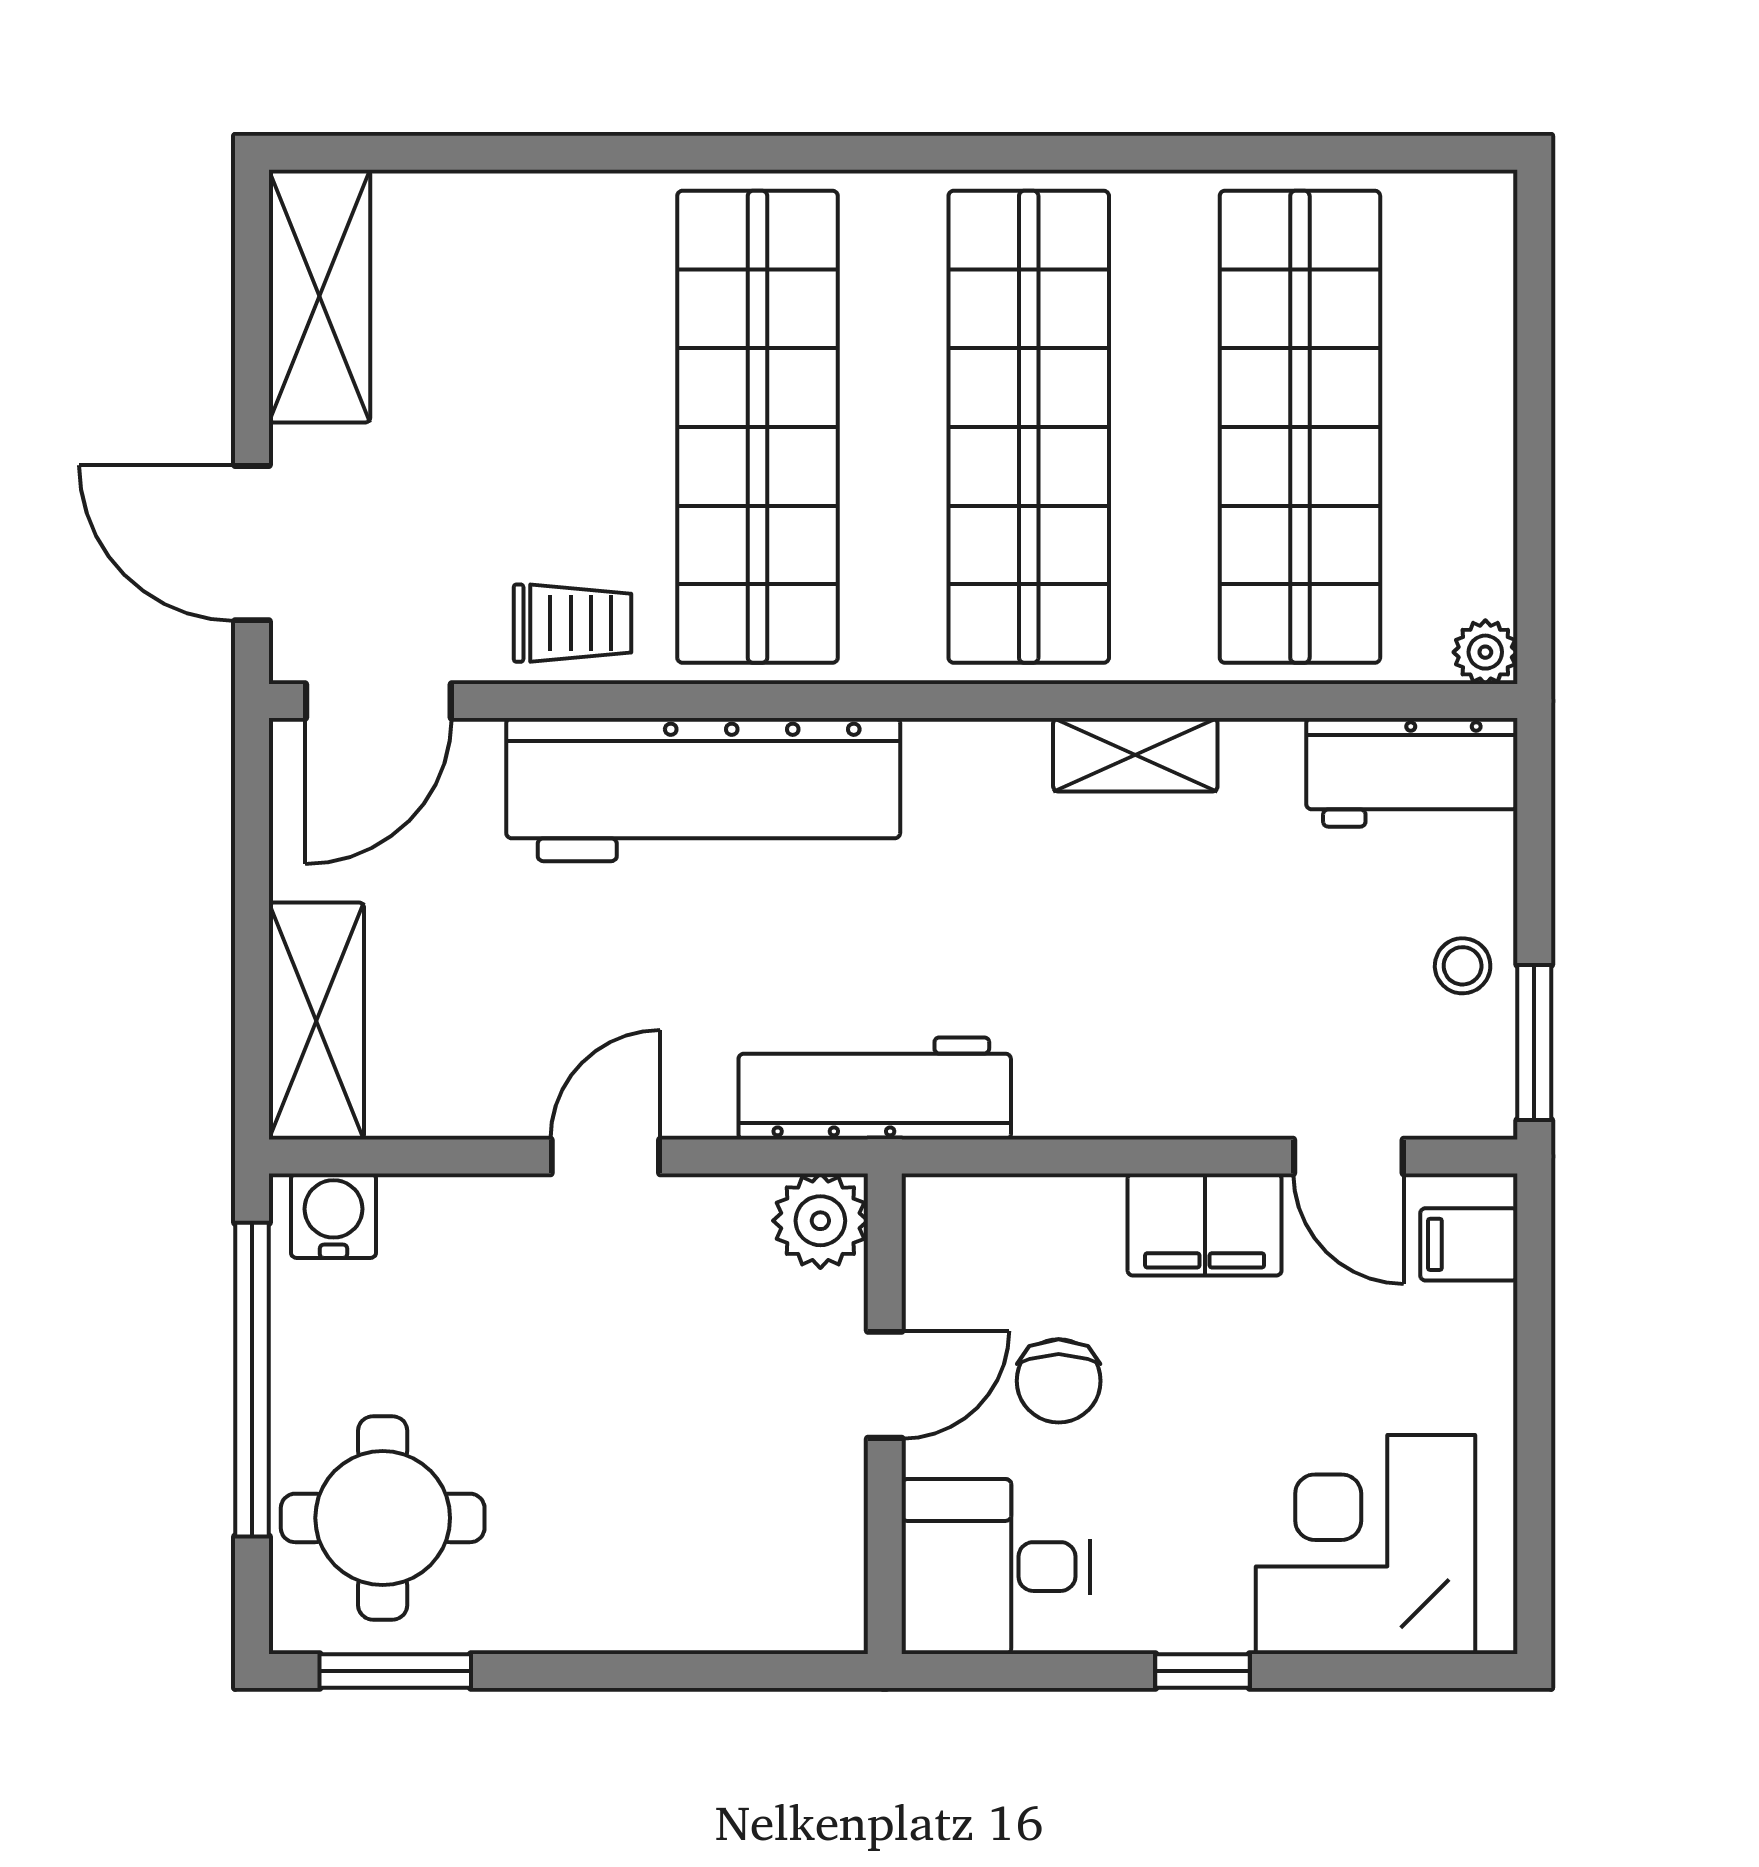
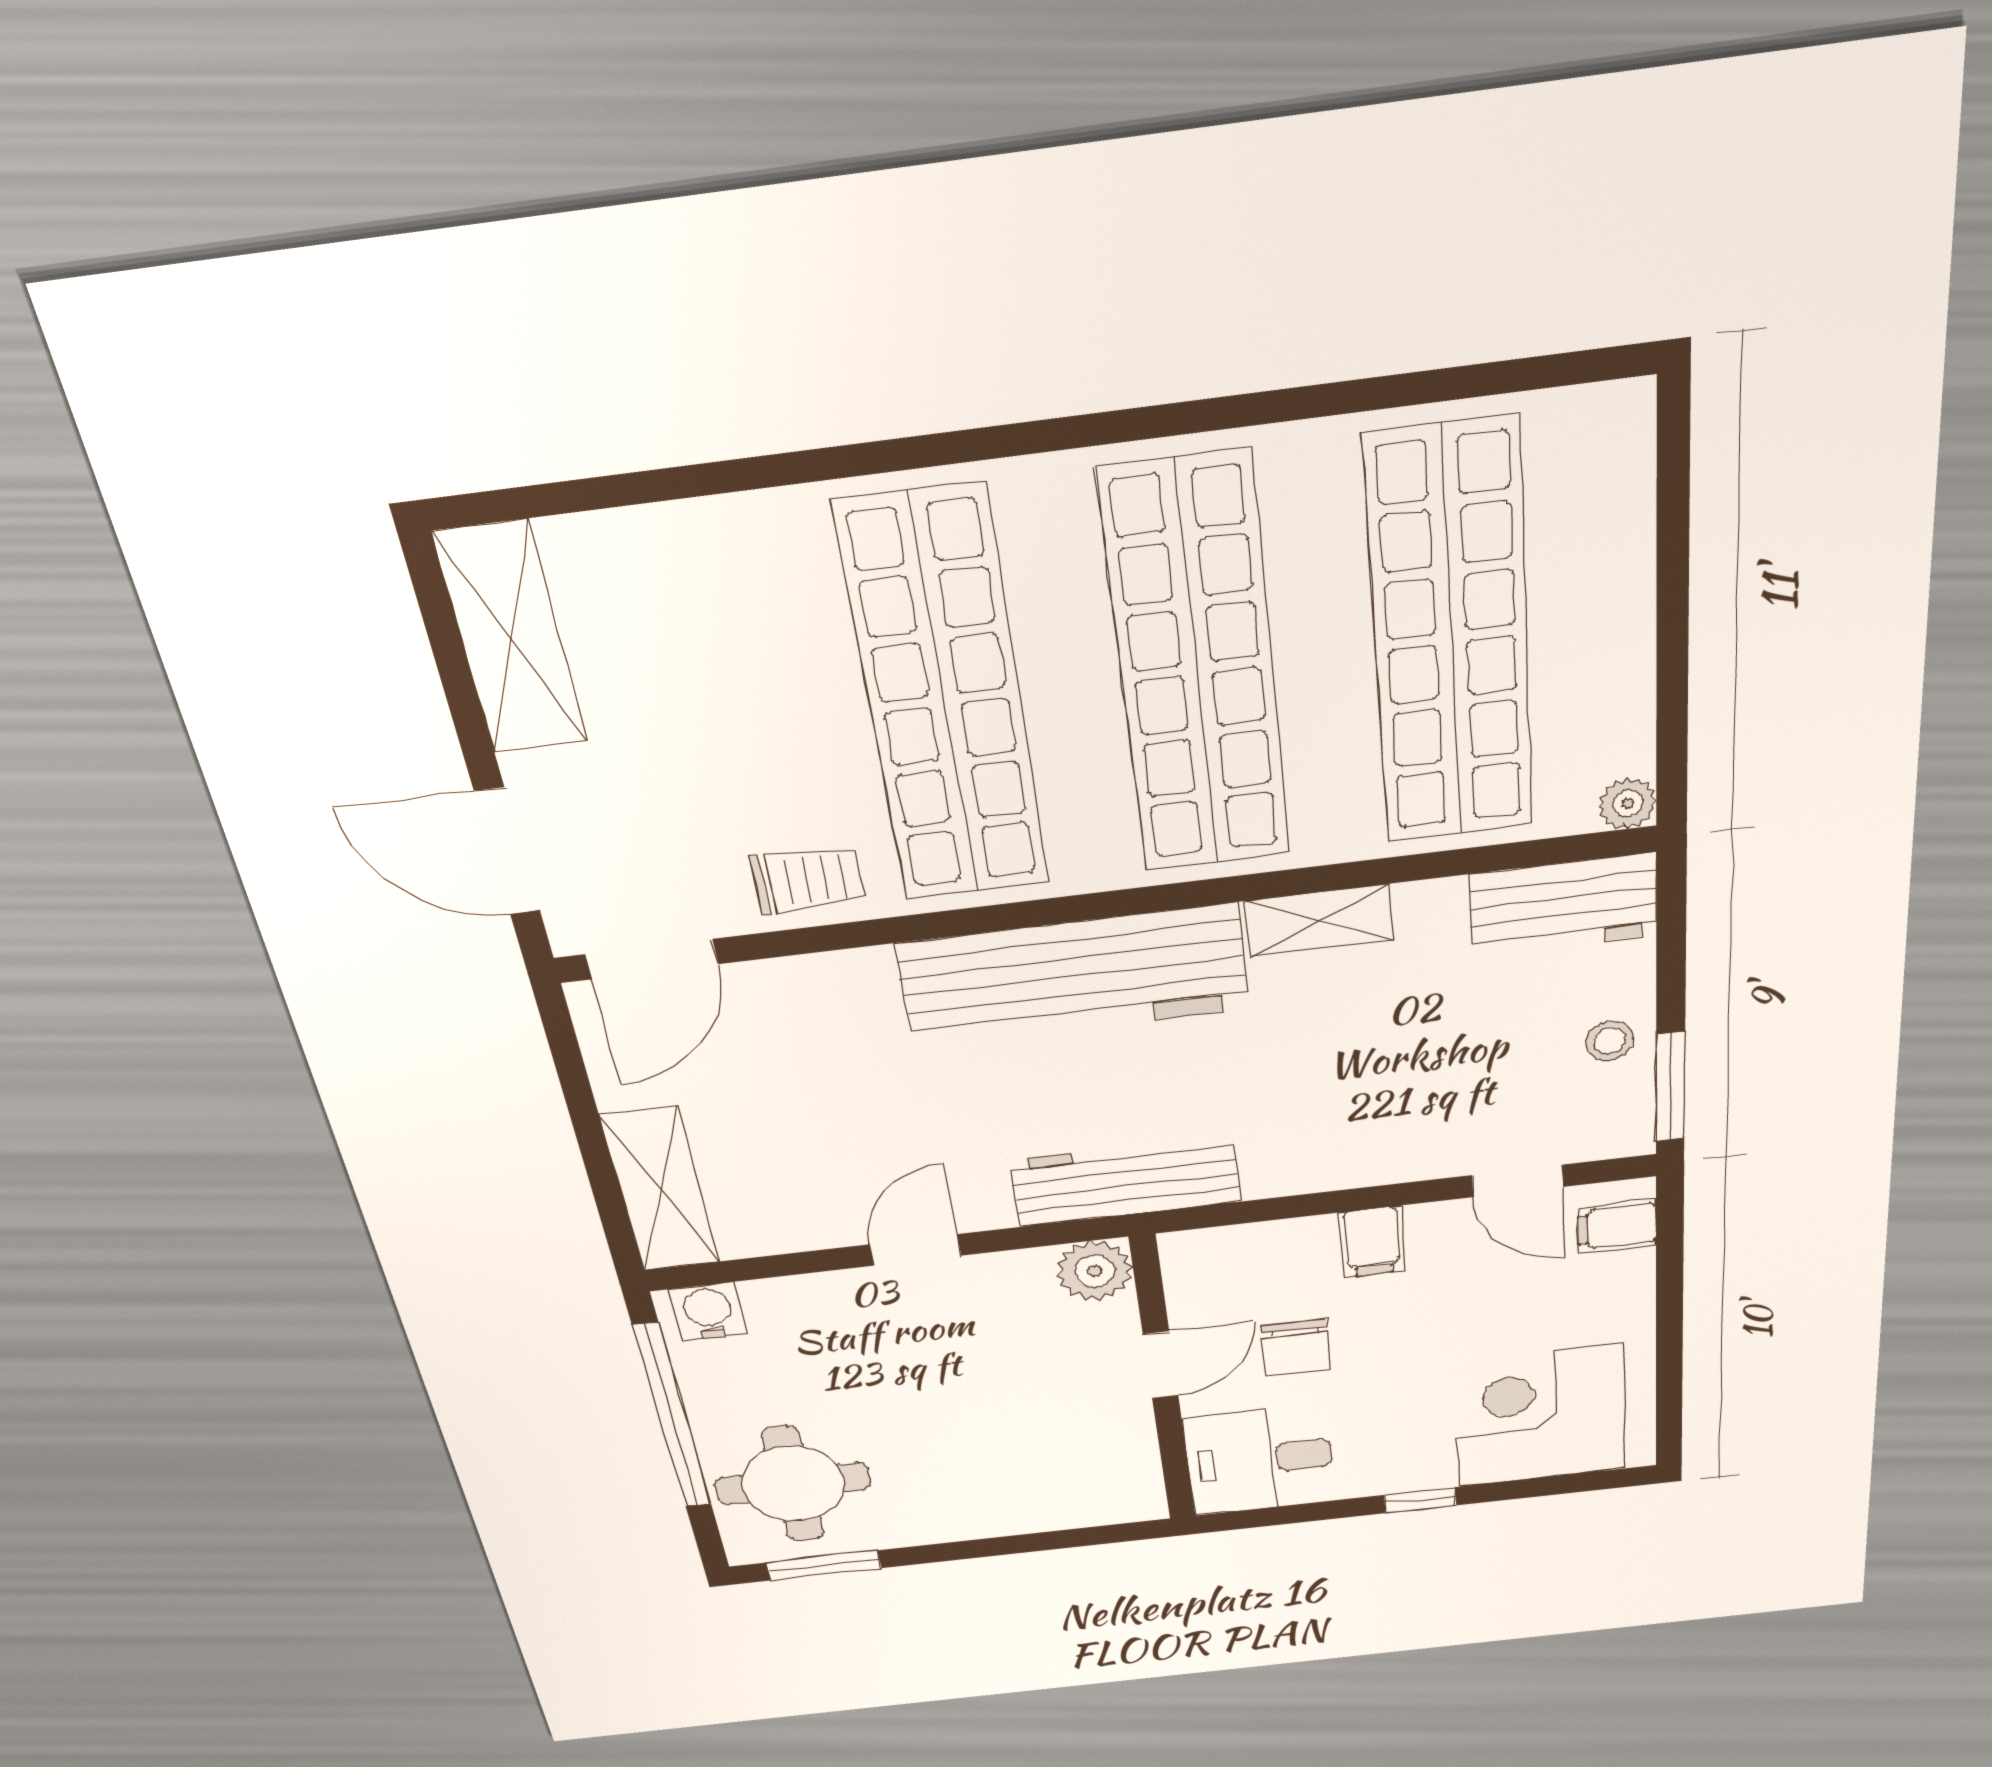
workbench: (703, 790) -> (1074, 976), moved
filing cabinet: (1205, 1225) -> (1372, 1242), width x0.50

